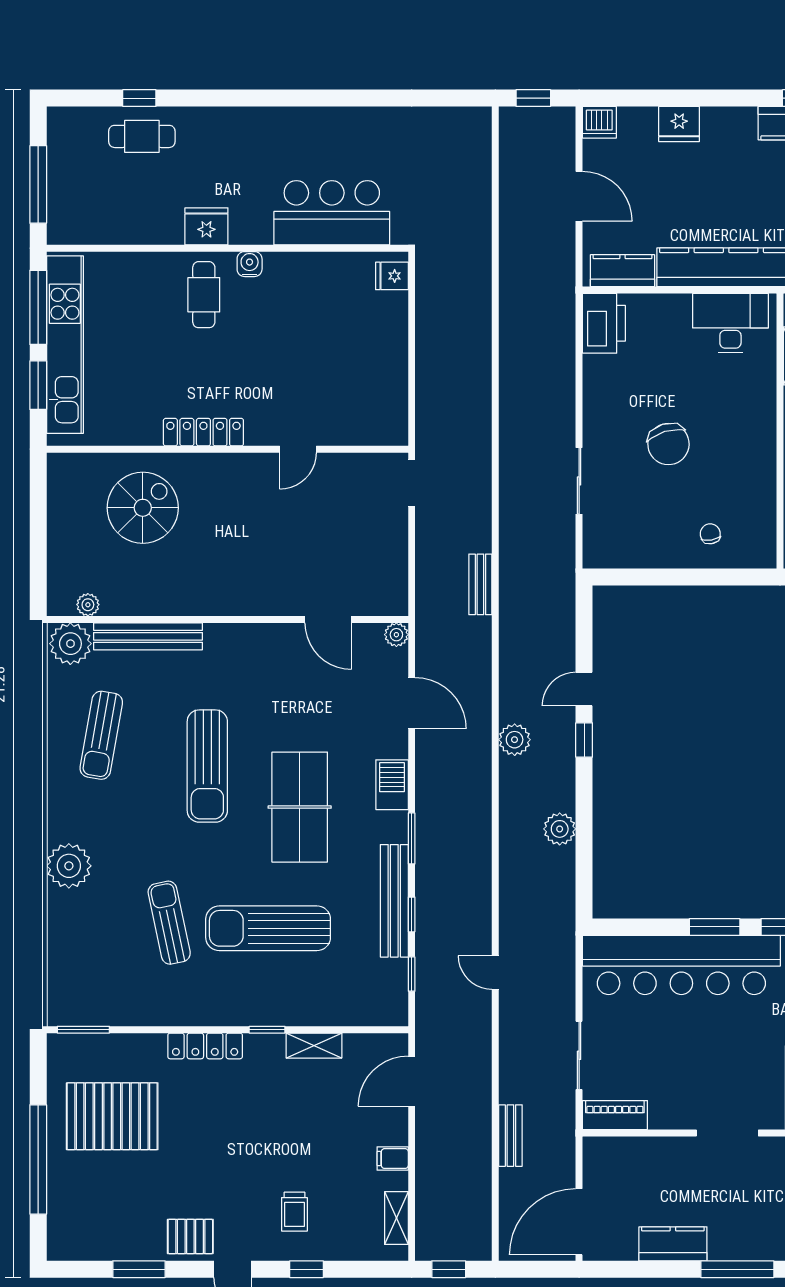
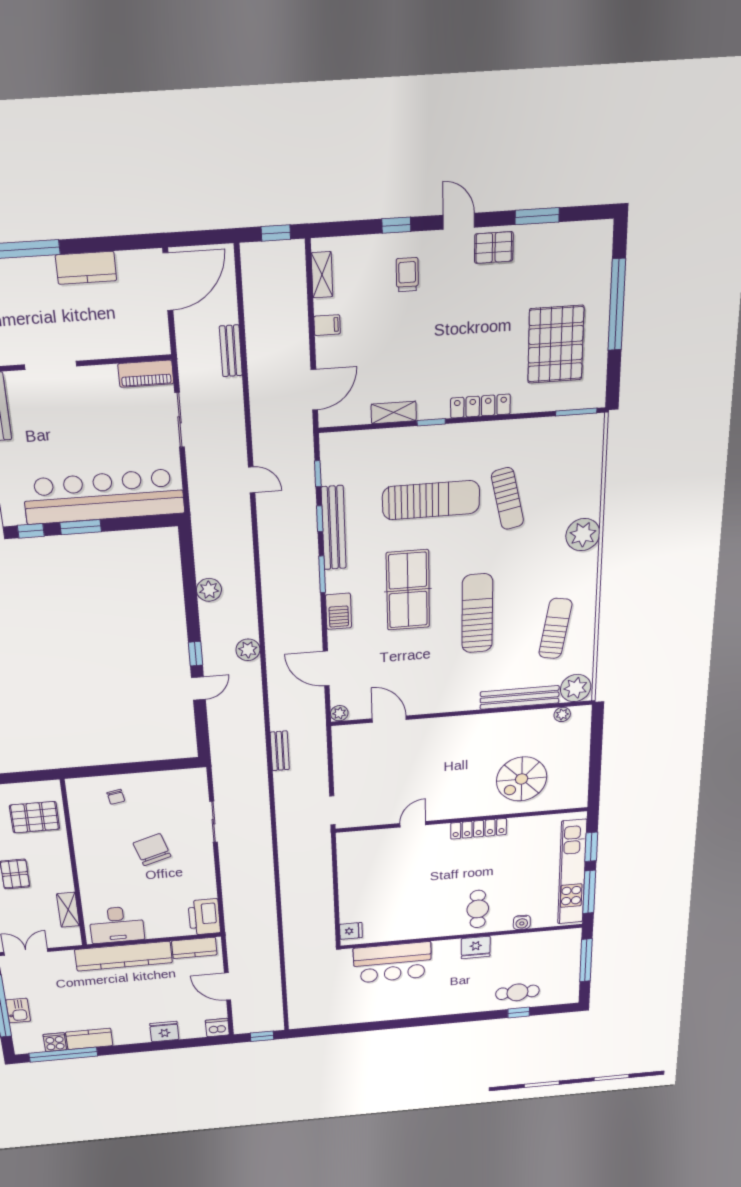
water cooler: (250, 264) -> (522, 922), moved
pallet: (112, 1116) -> (556, 344), turned 90

